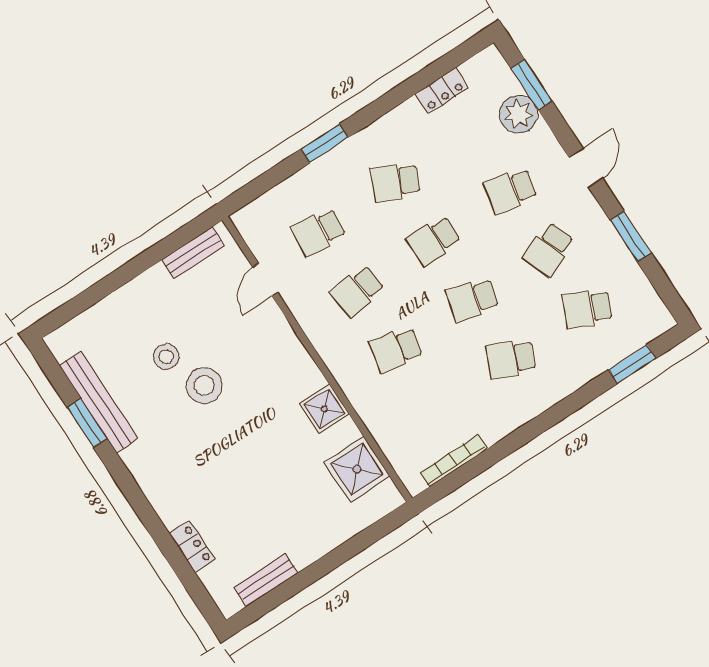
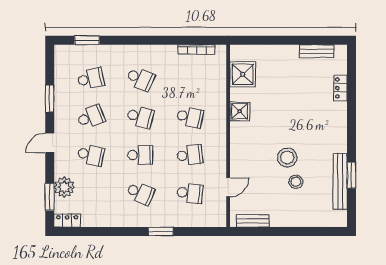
locker: (442, 91) -> (67, 221), moved
school desk: (587, 309) -> (91, 79), turned -36

